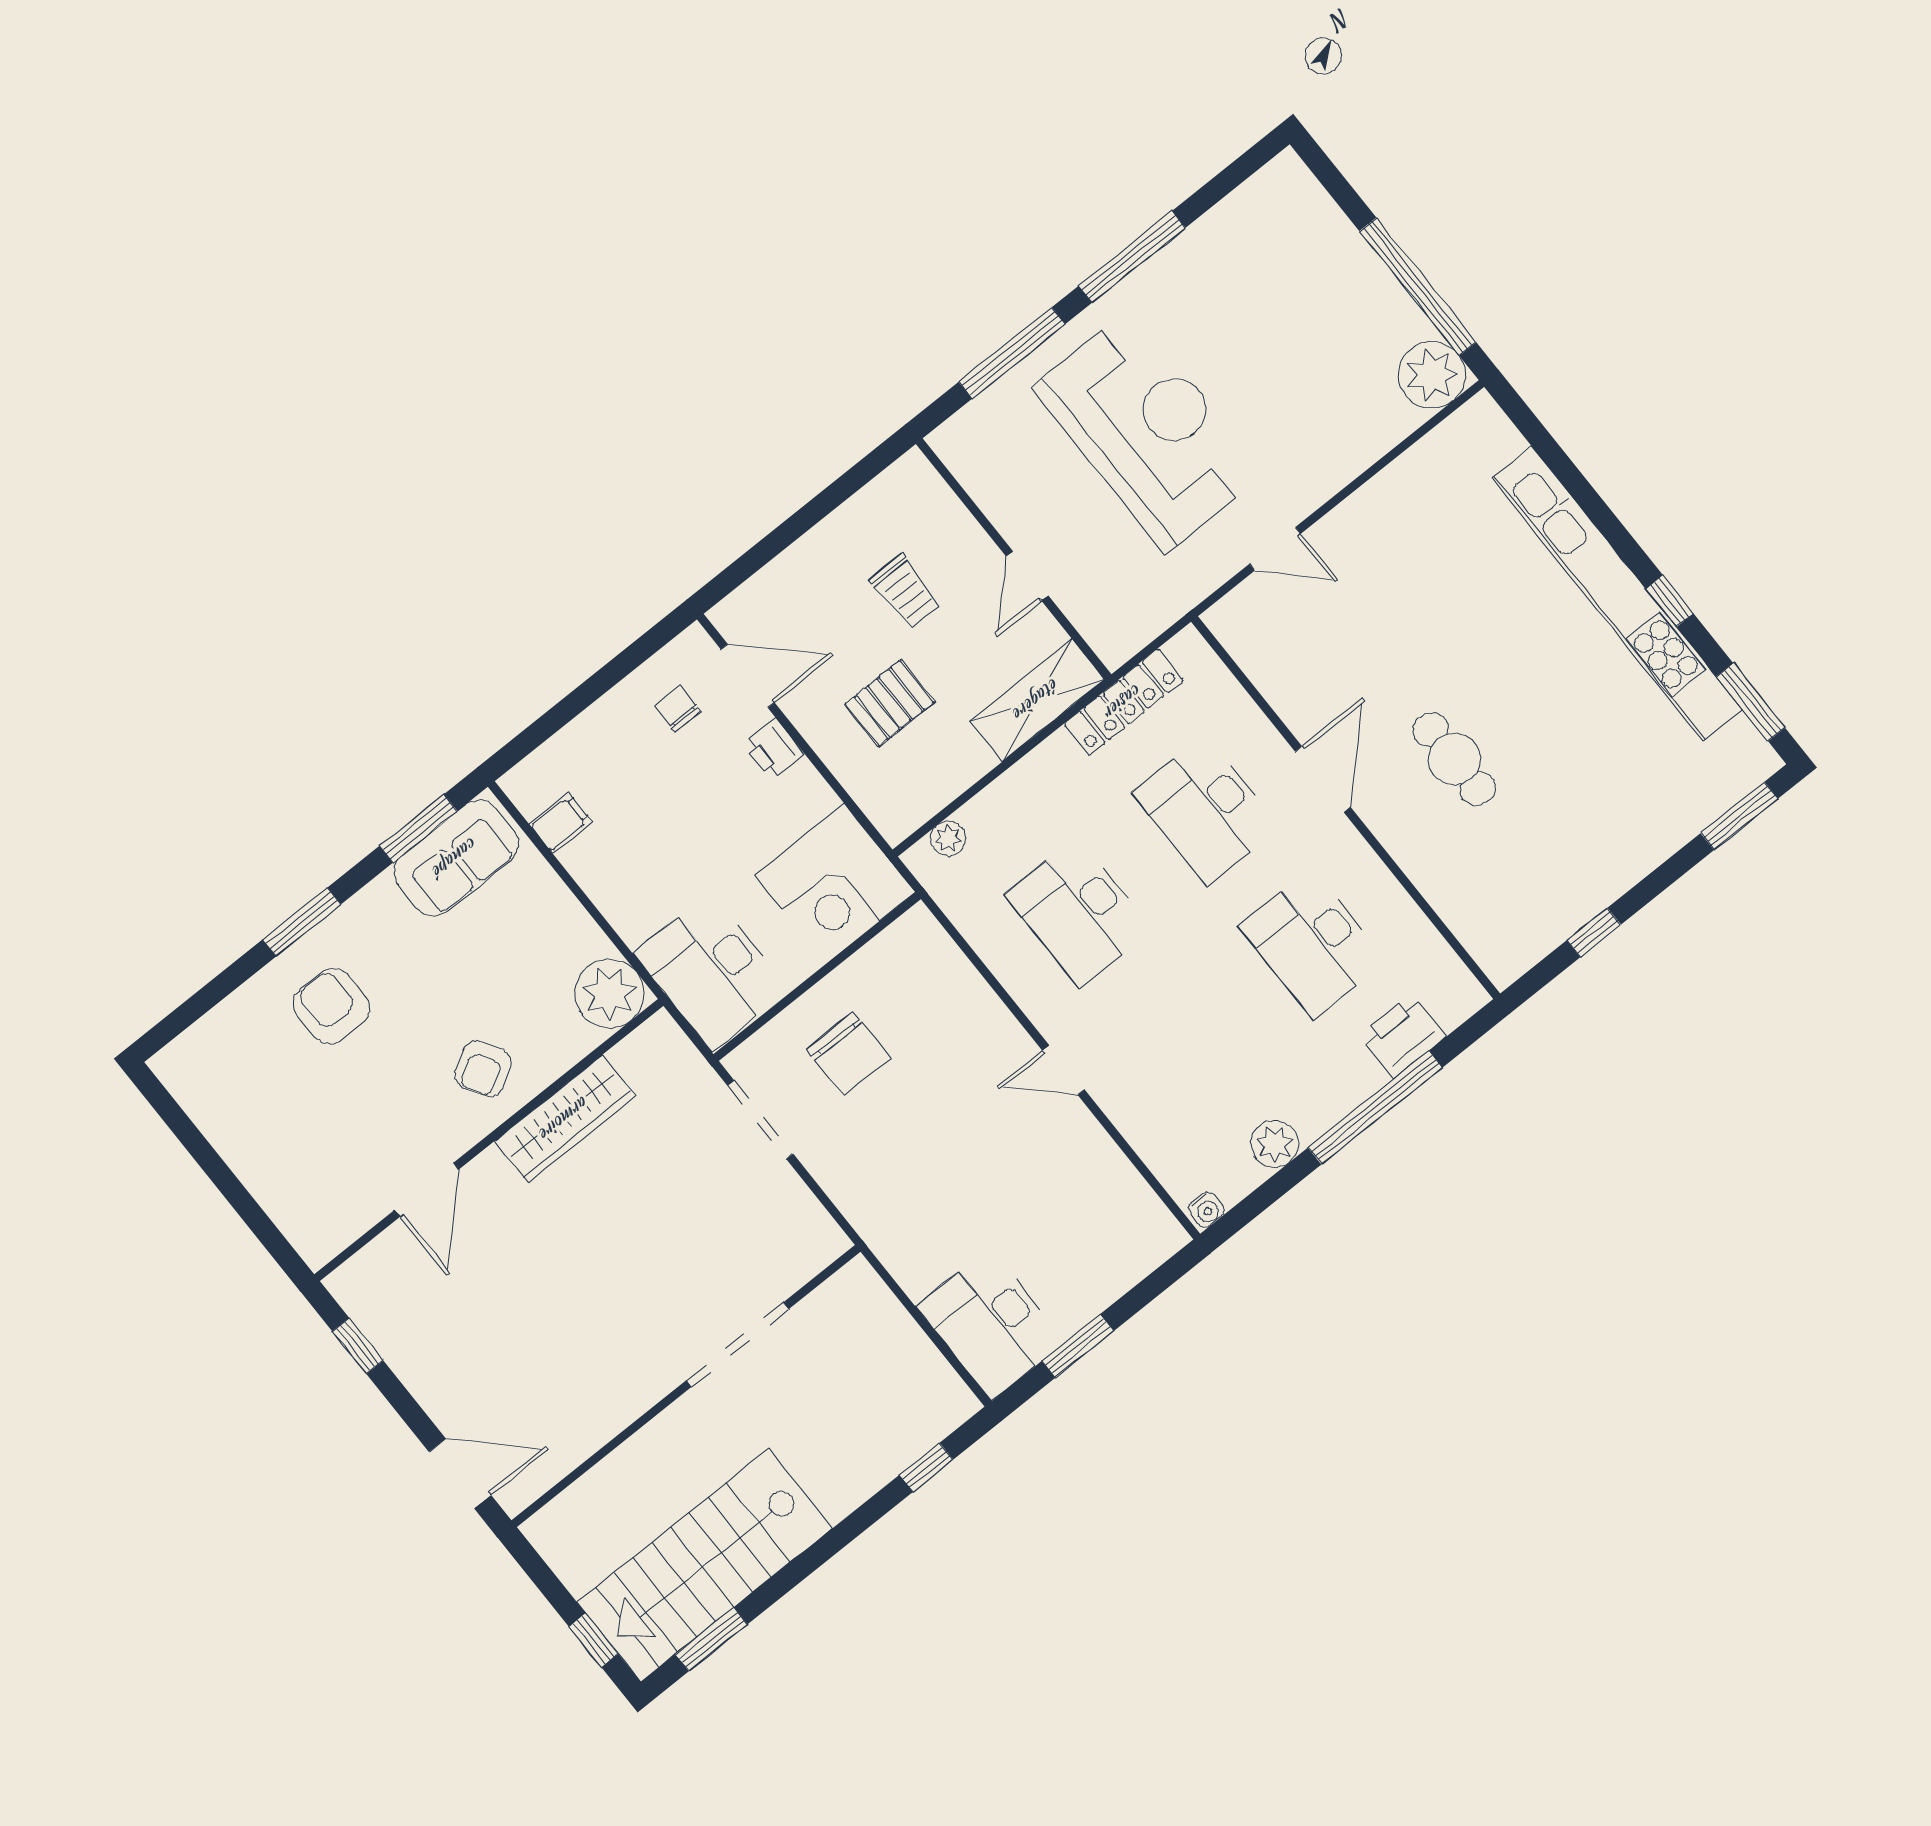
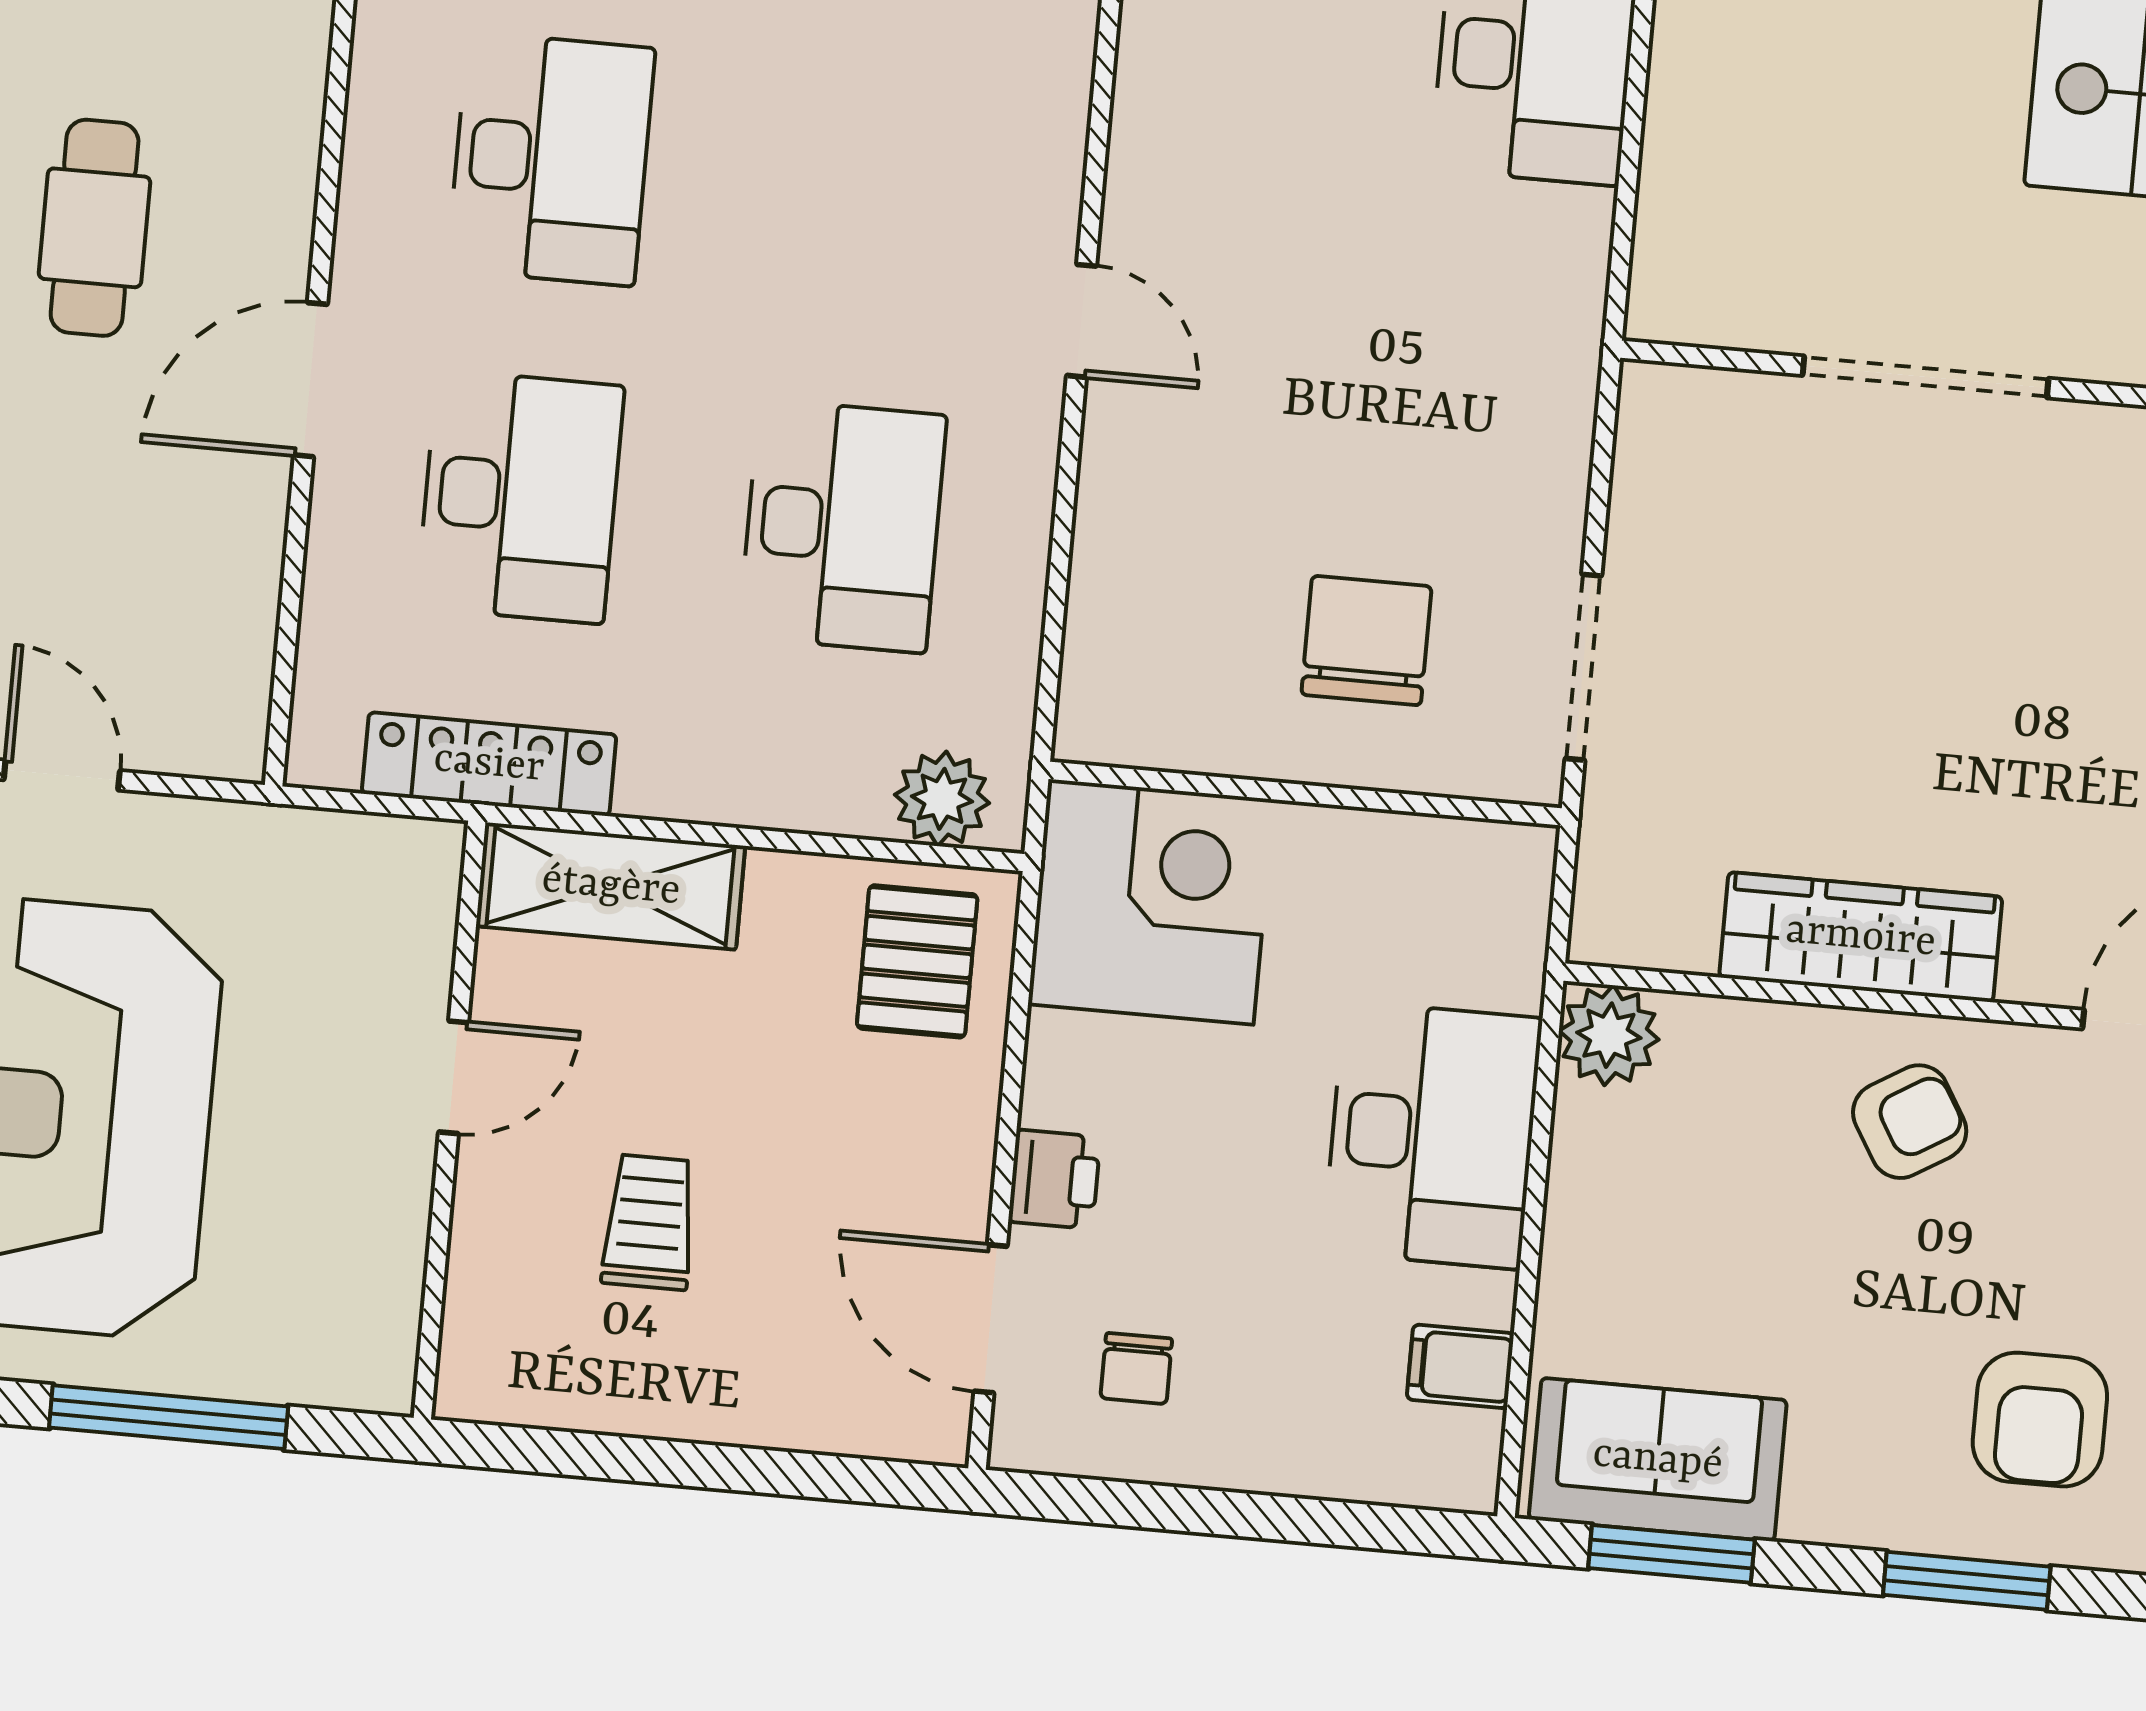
pallet: (889, 703) -> (917, 961), moved, turned 90
plant: (948, 839) -> (942, 799), width x1.38, depth x1.38
desk: (711, 972) -> (1432, 1135), moved
plant: (609, 994) -> (1609, 1035), width x0.73, depth x0.73

